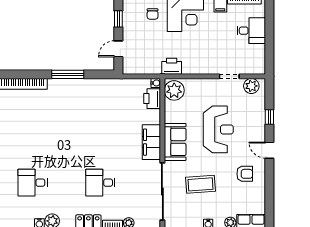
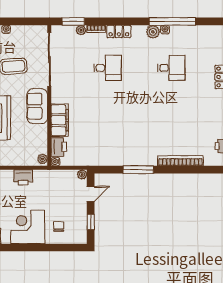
printer: (172, 66) -> (23, 177), moved
plant: (127, 69) -> (82, 174), added
plant: (174, 90) -> (43, 159), width x0.53, depth x0.53
filing cabinet: (151, 142) -> (60, 120), moved

